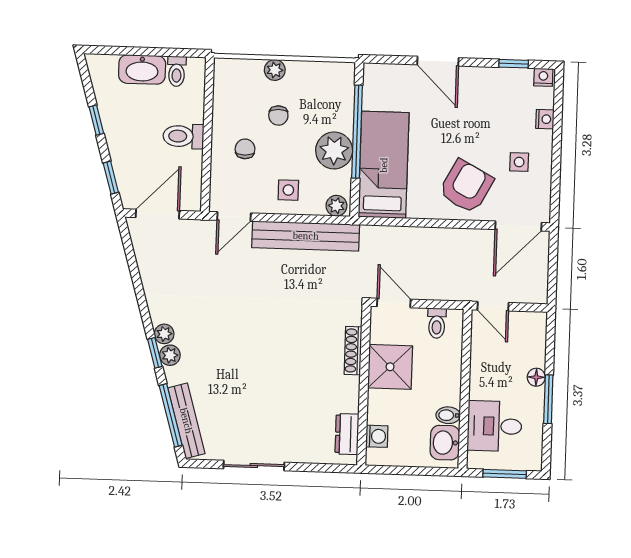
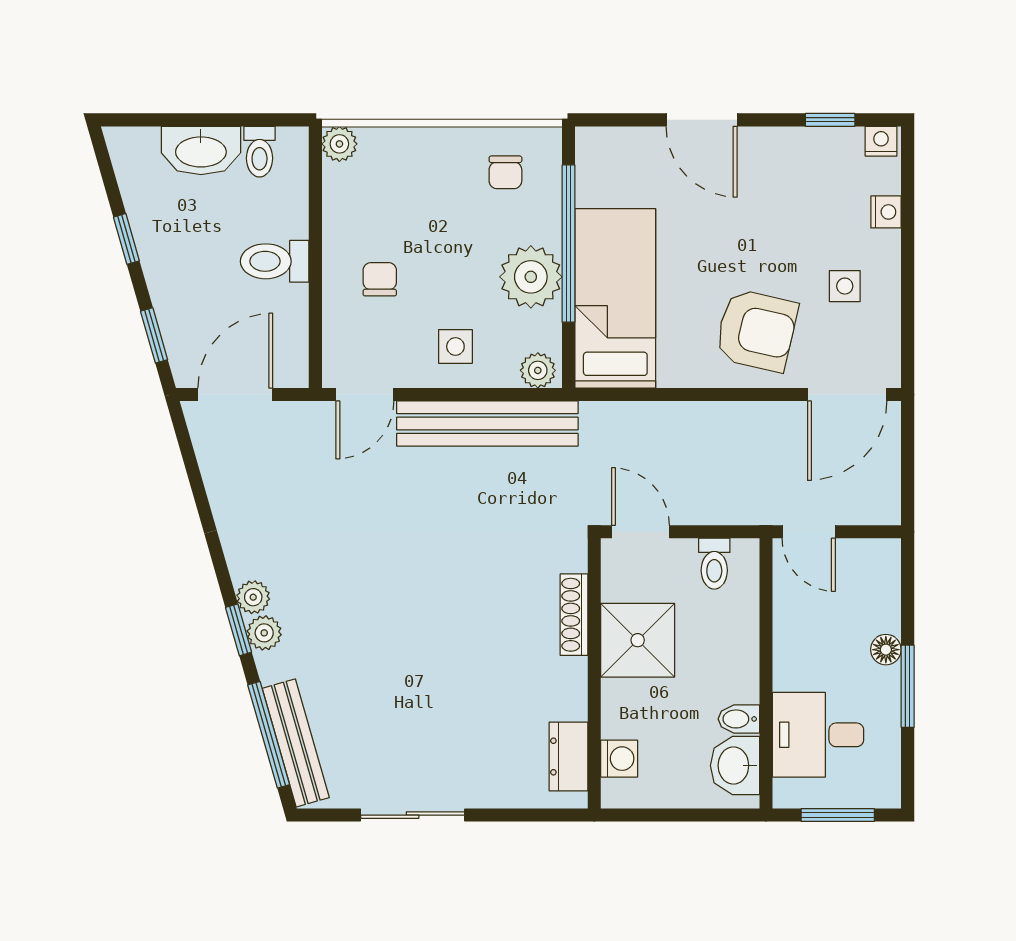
plant: (275, 70) -> (339, 144), moved
chair: (278, 116) -> (505, 172), moved
armchair: (466, 186) -> (756, 330), turned 75

